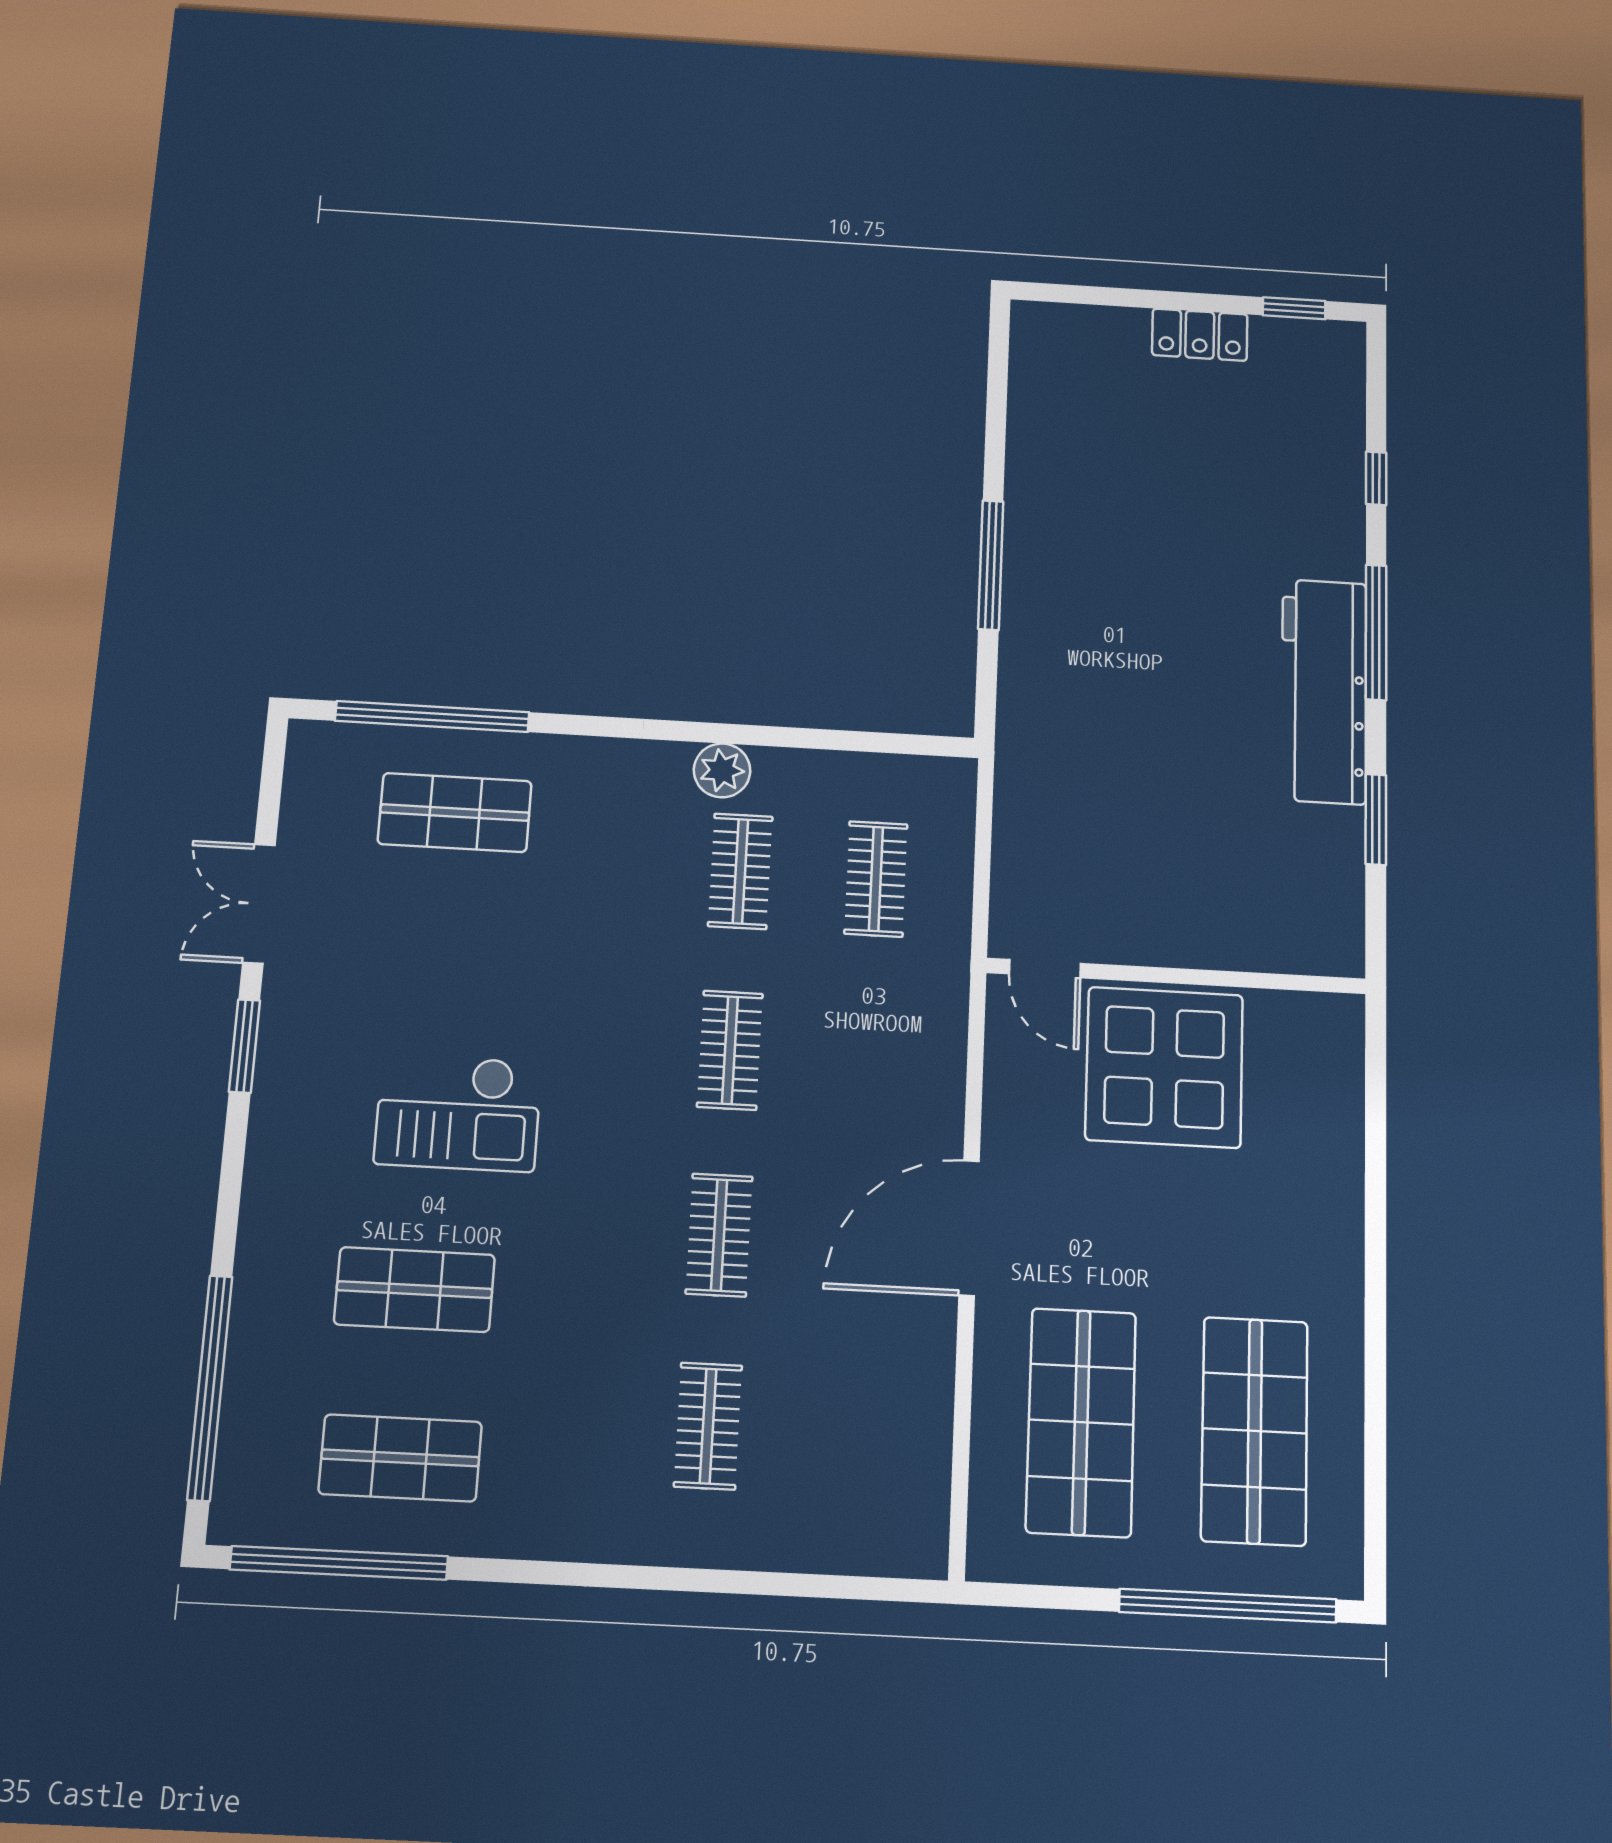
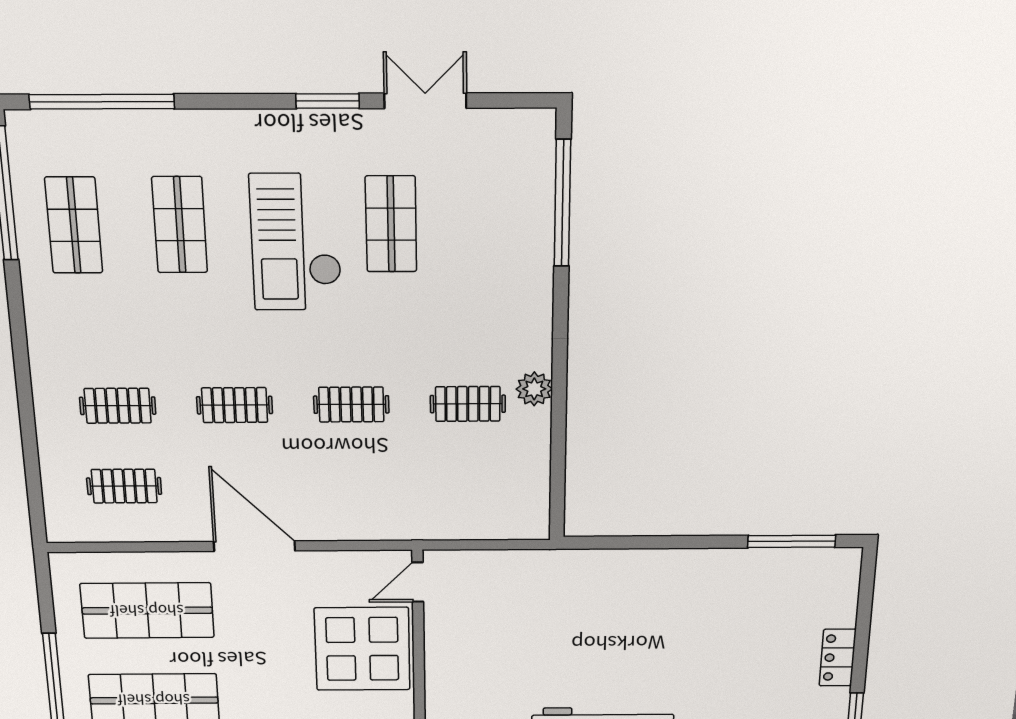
window: (991, 565) -> (792, 541), moved
shop shelf: (455, 813) -> (391, 224), moved
clothes rail: (876, 879) -> (124, 486), moved
checkout: (458, 1113) -> (296, 242), width x1.36, depth x1.21

